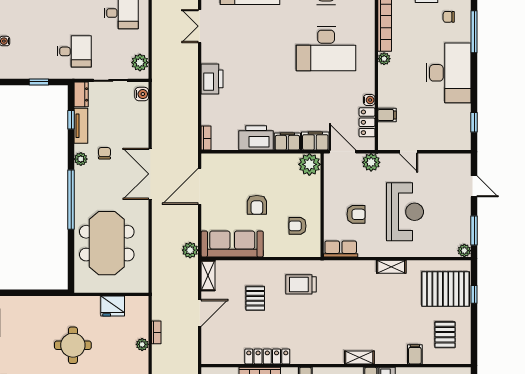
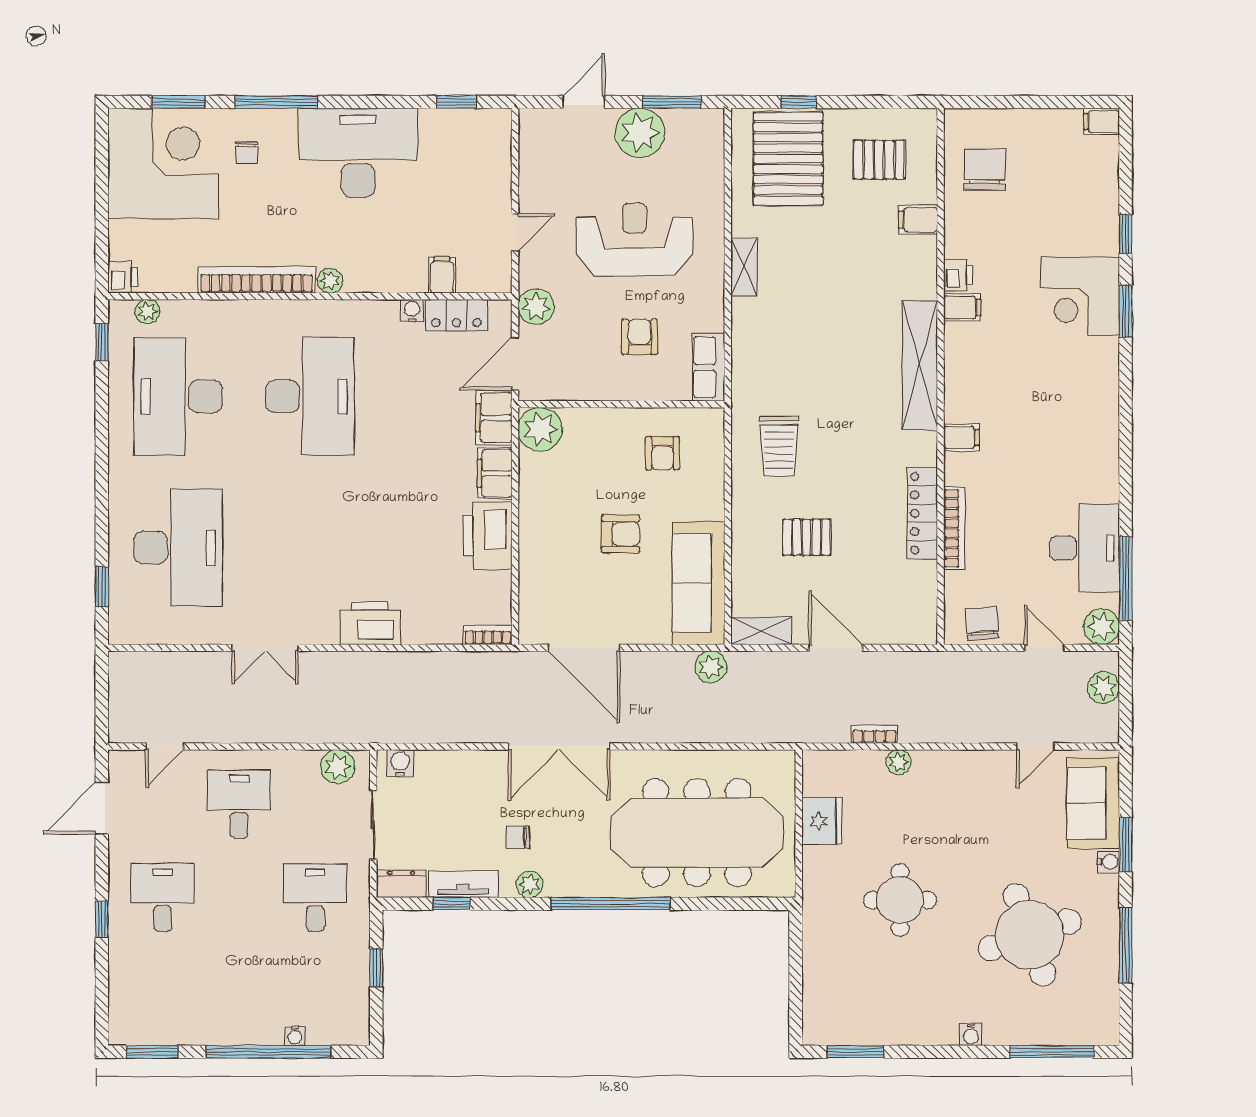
meeting table: (107, 243) -> (697, 833), width x1.36
plant: (464, 251) -> (640, 133), moved, width x1.87, depth x1.87
shelving: (359, 357) -> (920, 365), width x2.20, depth x1.33

